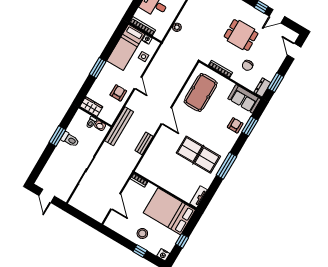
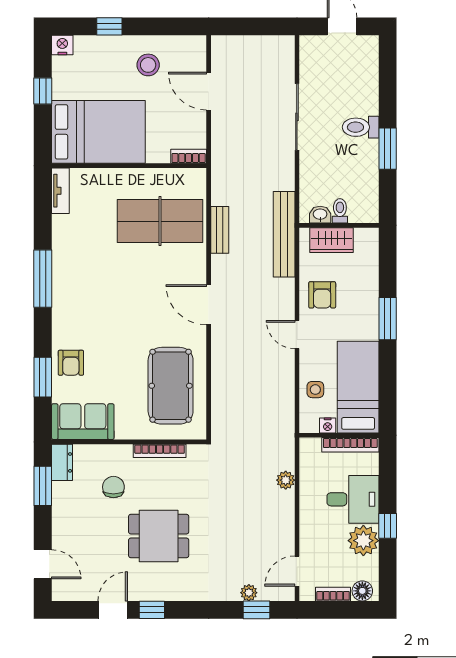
wardrobe: (91, 107) -> (332, 240), moved
toilet: (70, 140) -> (361, 127), moved
table tennis table: (198, 155) -> (160, 221), moved
stool: (142, 233) -> (148, 65), moved

